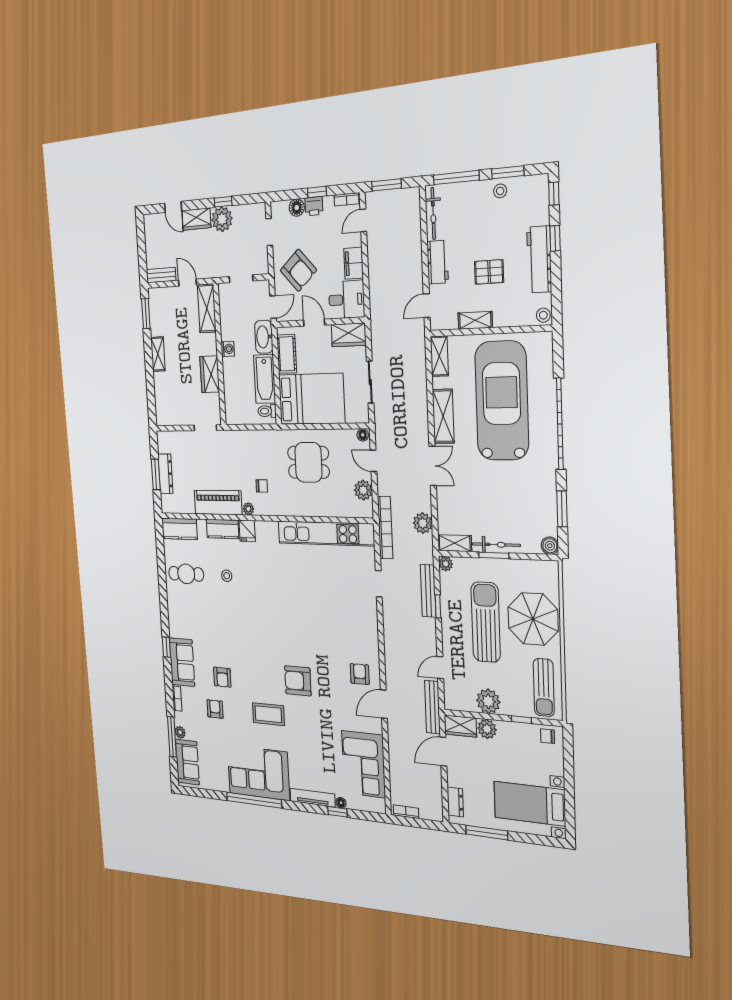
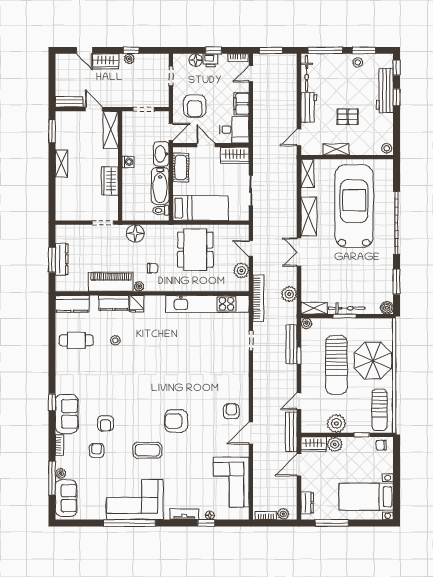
plant: (222, 219) -> (129, 59), width x0.53, depth x0.53
workbench: (539, 259) -> (385, 90), moved
armchair: (298, 270) -> (195, 106), turned 42
bed: (312, 399) -> (201, 208), width x0.67
floor lamp: (363, 435) -> (135, 233), moved, width x1.89, depth x1.89
dining table: (308, 462) -> (195, 250), width x1.38
double door: (433, 466) -> (299, 252), swing flipped
sun lounger: (486, 622) -> (336, 365), turned 180
tv unit: (313, 798) -> (184, 514), width x0.71
plant: (427, 813) -> (283, 514), added

